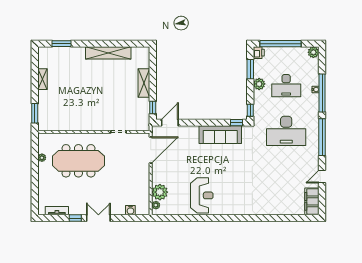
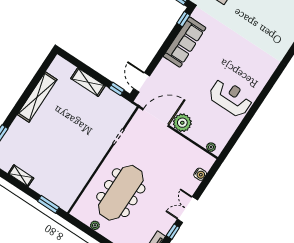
door: (151, 150) -> (156, 118), hinge flipped
plant: (160, 192) -> (182, 123), moved

